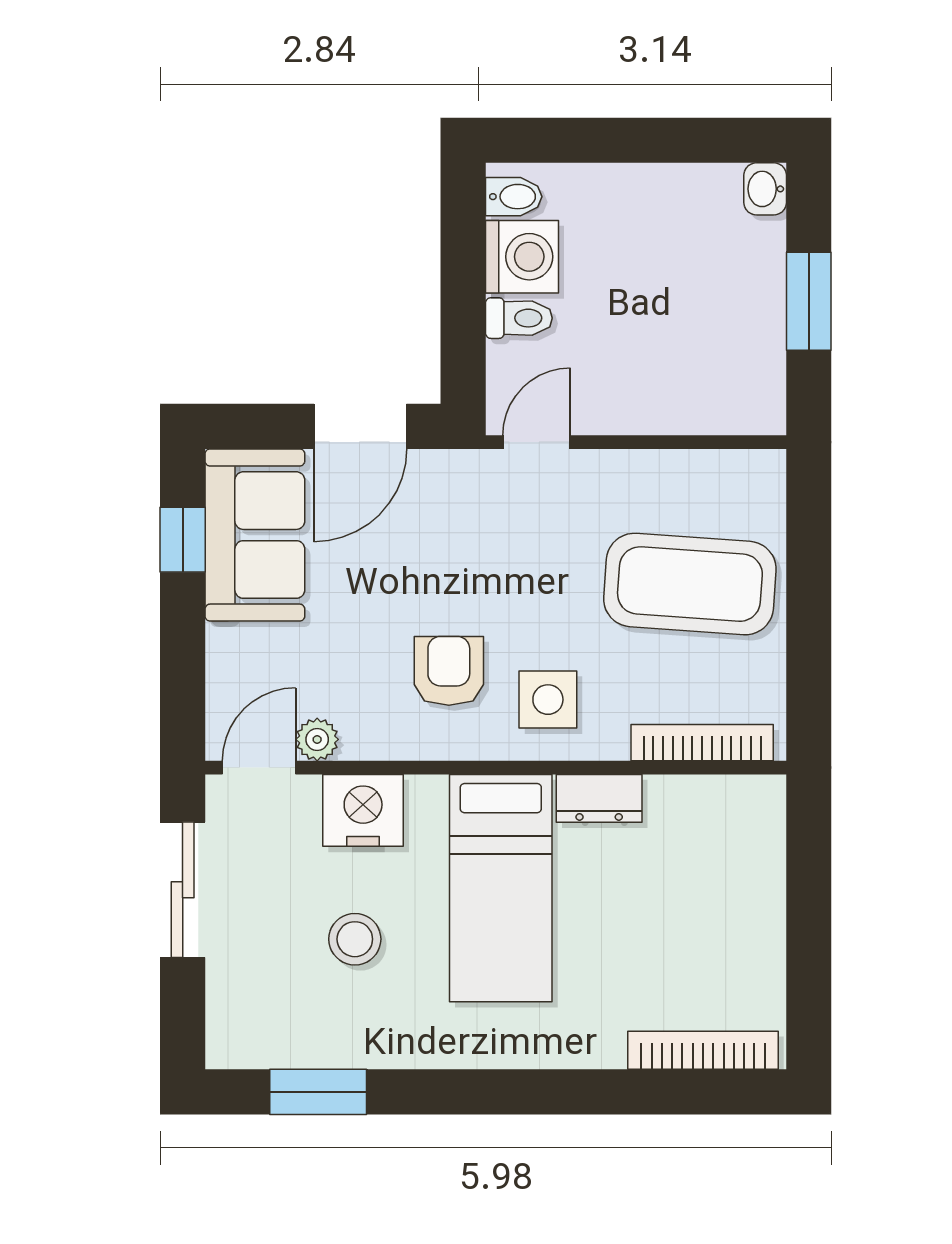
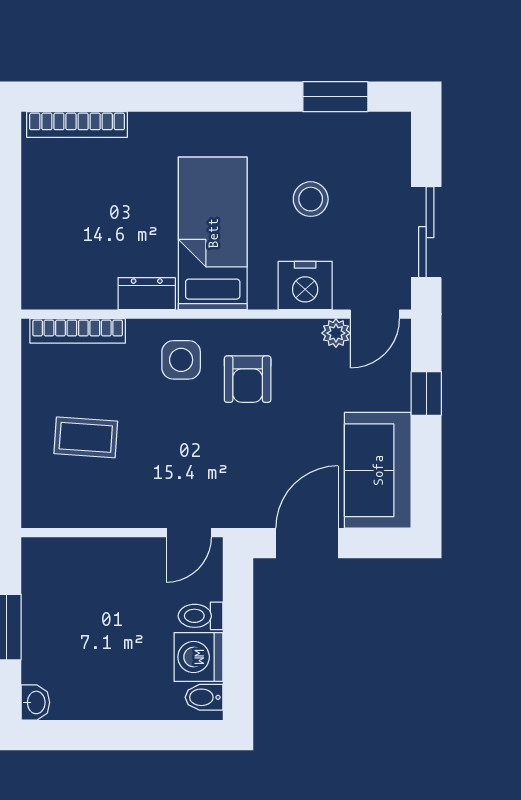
window: (183, 540) -> (426, 393), moved
coffee table: (690, 584) -> (86, 437), width x0.54, depth x0.58

